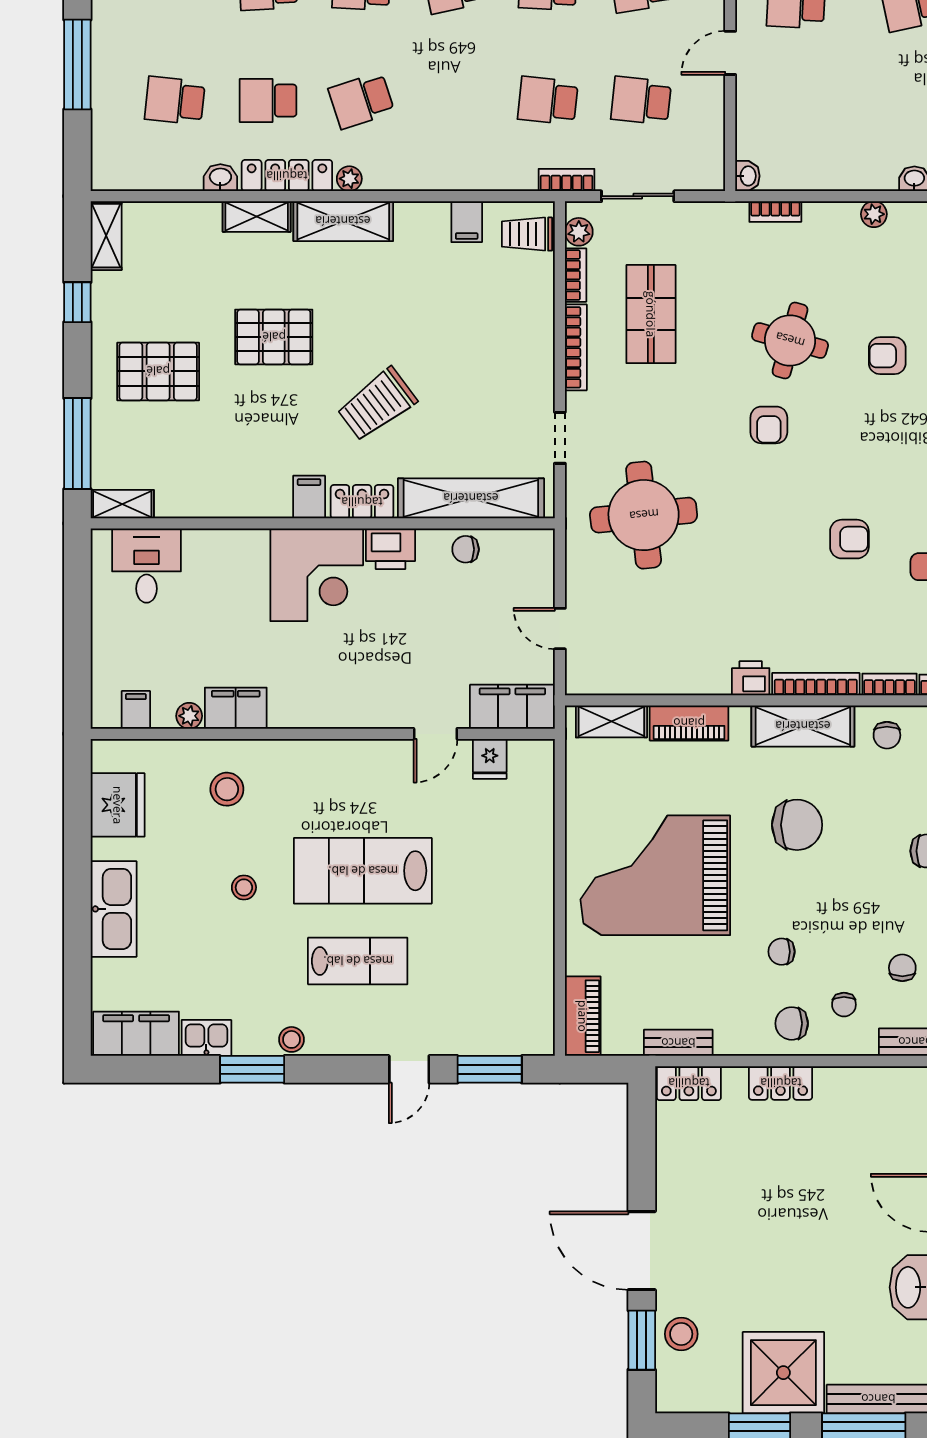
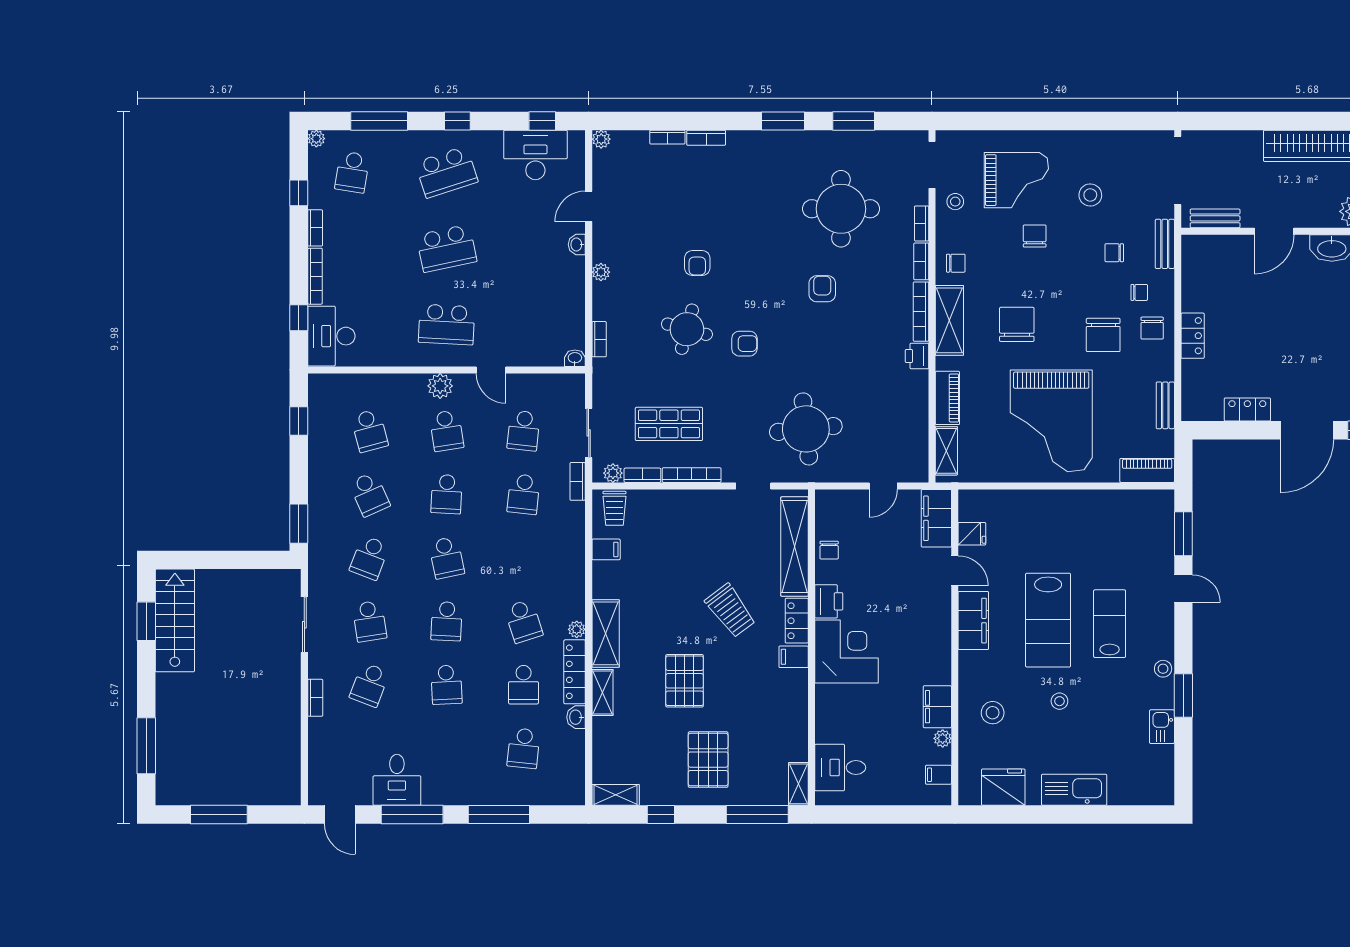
chair: (782, 952) -> (1103, 335), width x1.87, depth x1.87
filing cabinet: (136, 1034) -> (973, 621), moved, turned 180
locker: (689, 1083) -> (1247, 409), moved, turned -90

